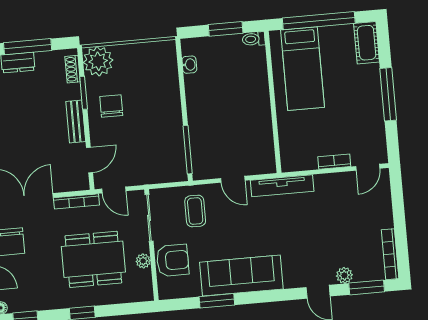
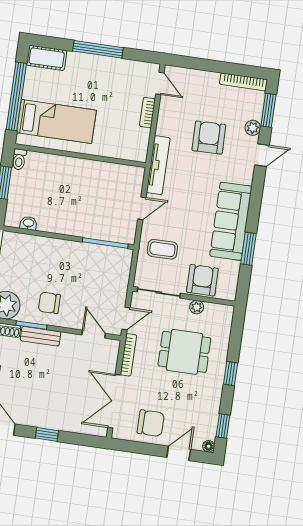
bench: (76, 121) -> (41, 336), moved
armchair: (323, 232) -> (209, 137), added
dining table: (93, 259) -> (184, 352), width x0.73

